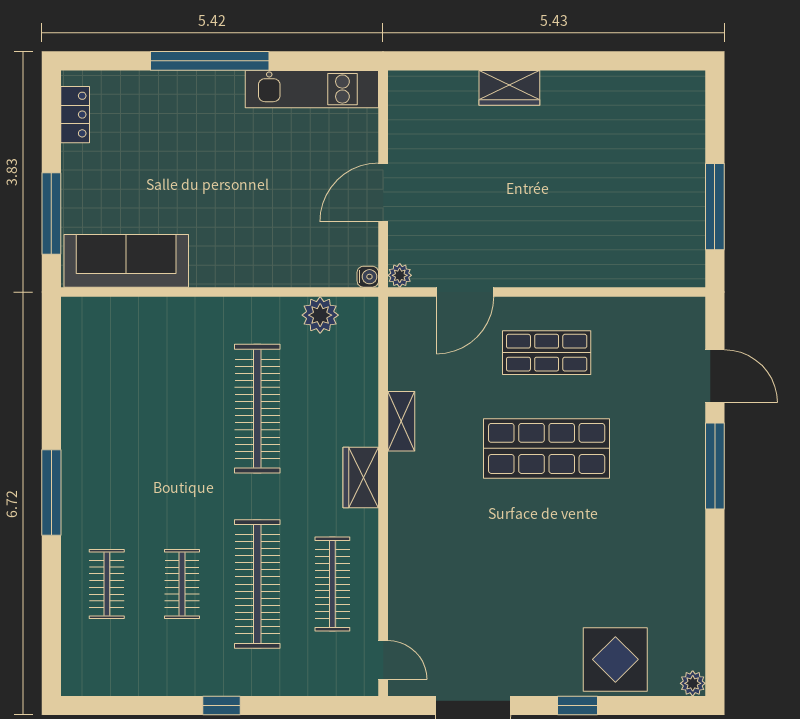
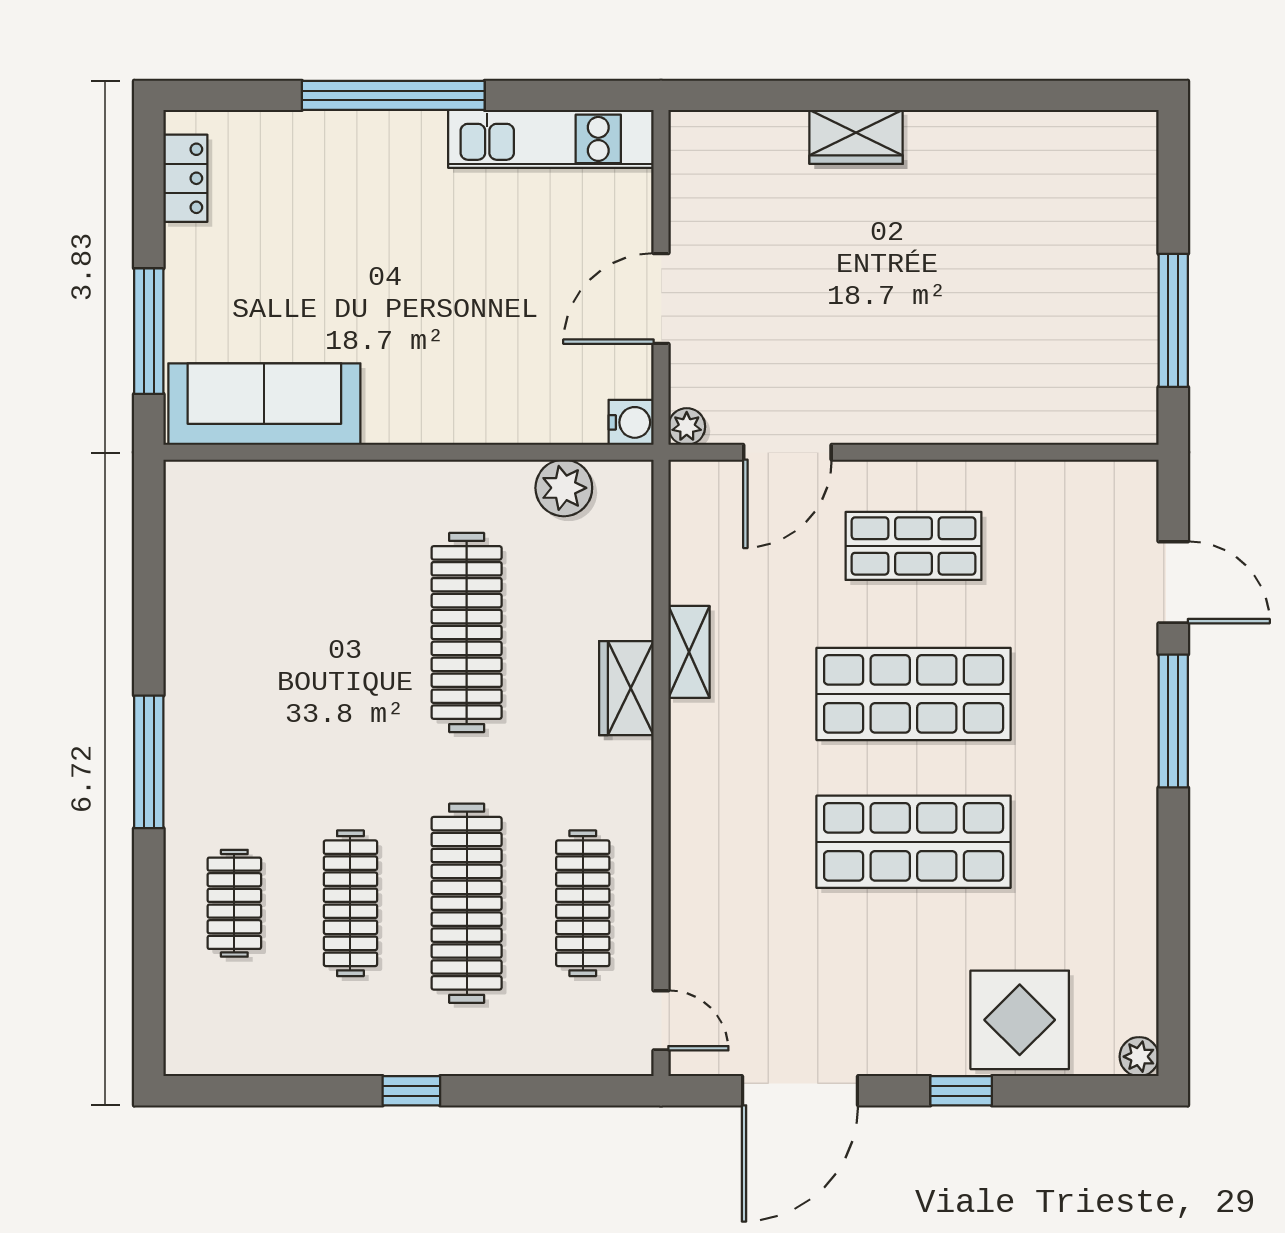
water cooler: (368, 277) -> (631, 422), width x1.38, depth x1.38
wardrobe: (361, 477) -> (626, 688), moved
shop shelf: (547, 544) -> (914, 842), added
clothes rail: (182, 584) -> (350, 903), width x1.36

